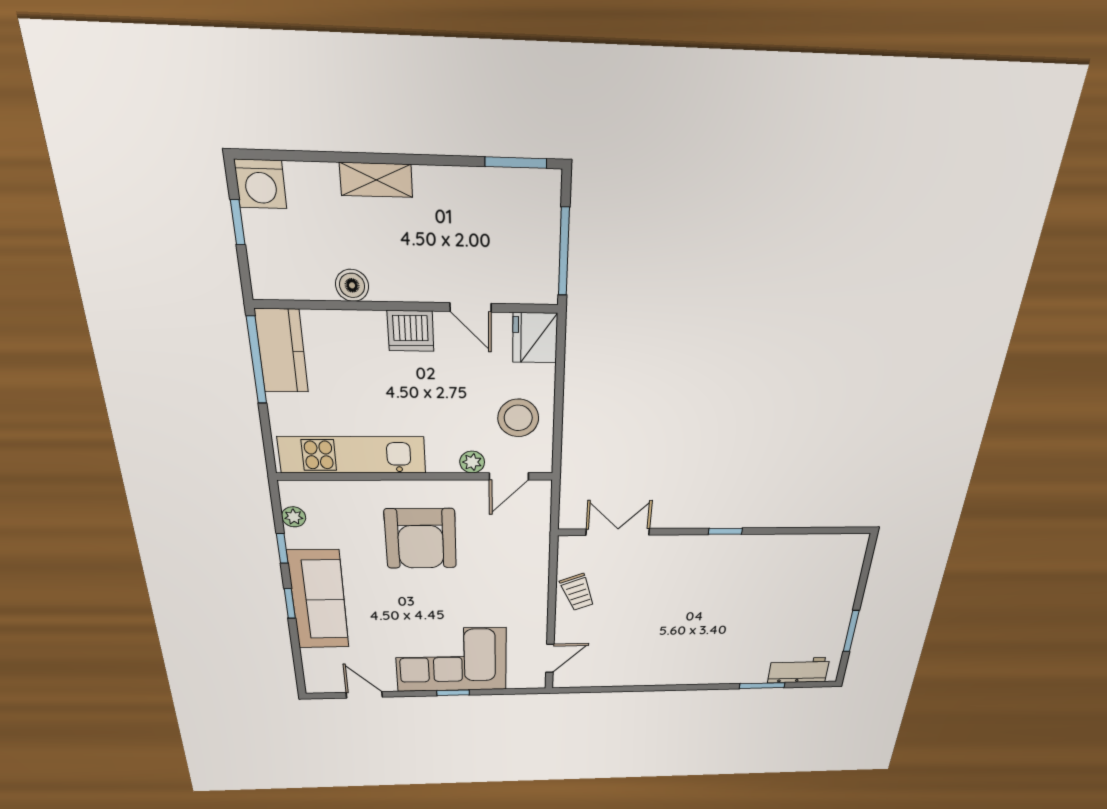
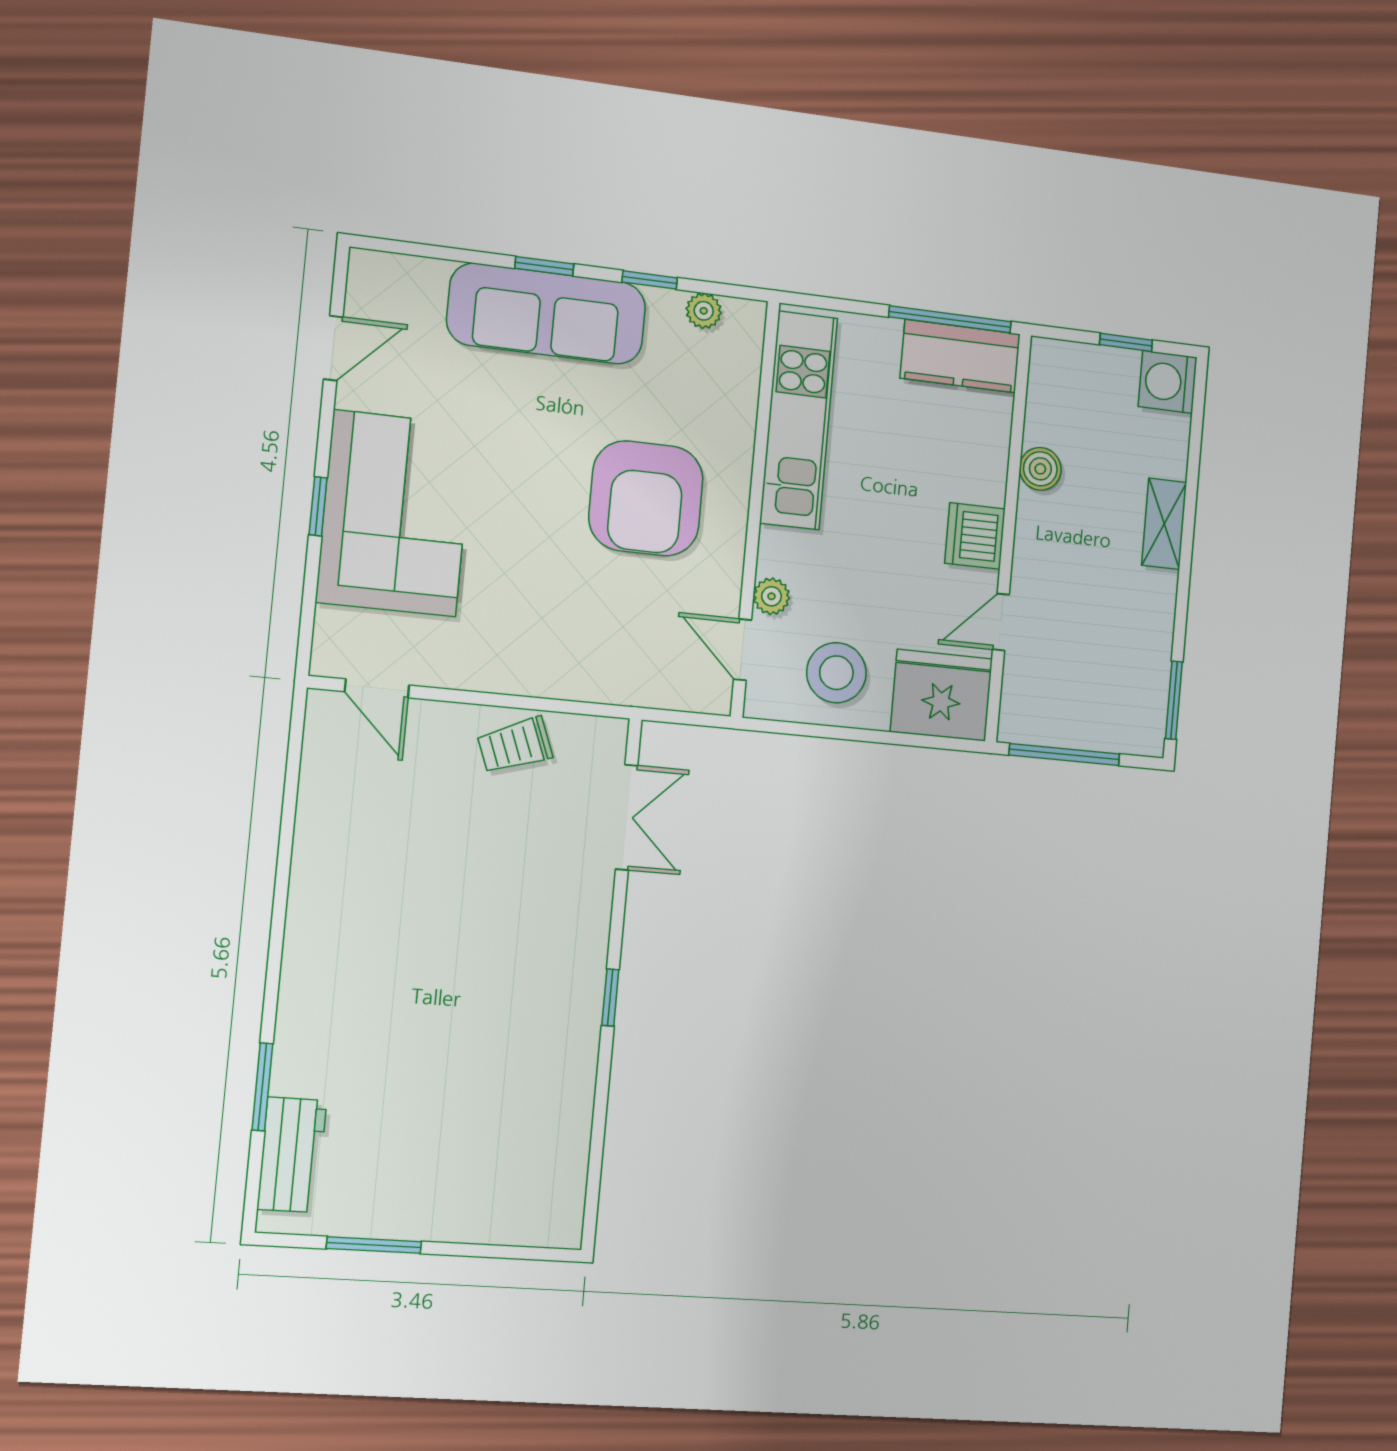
fridge: (535, 338) -> (941, 695), width x1.36, depth x1.34
armchair: (421, 539) -> (646, 498), turned -90

